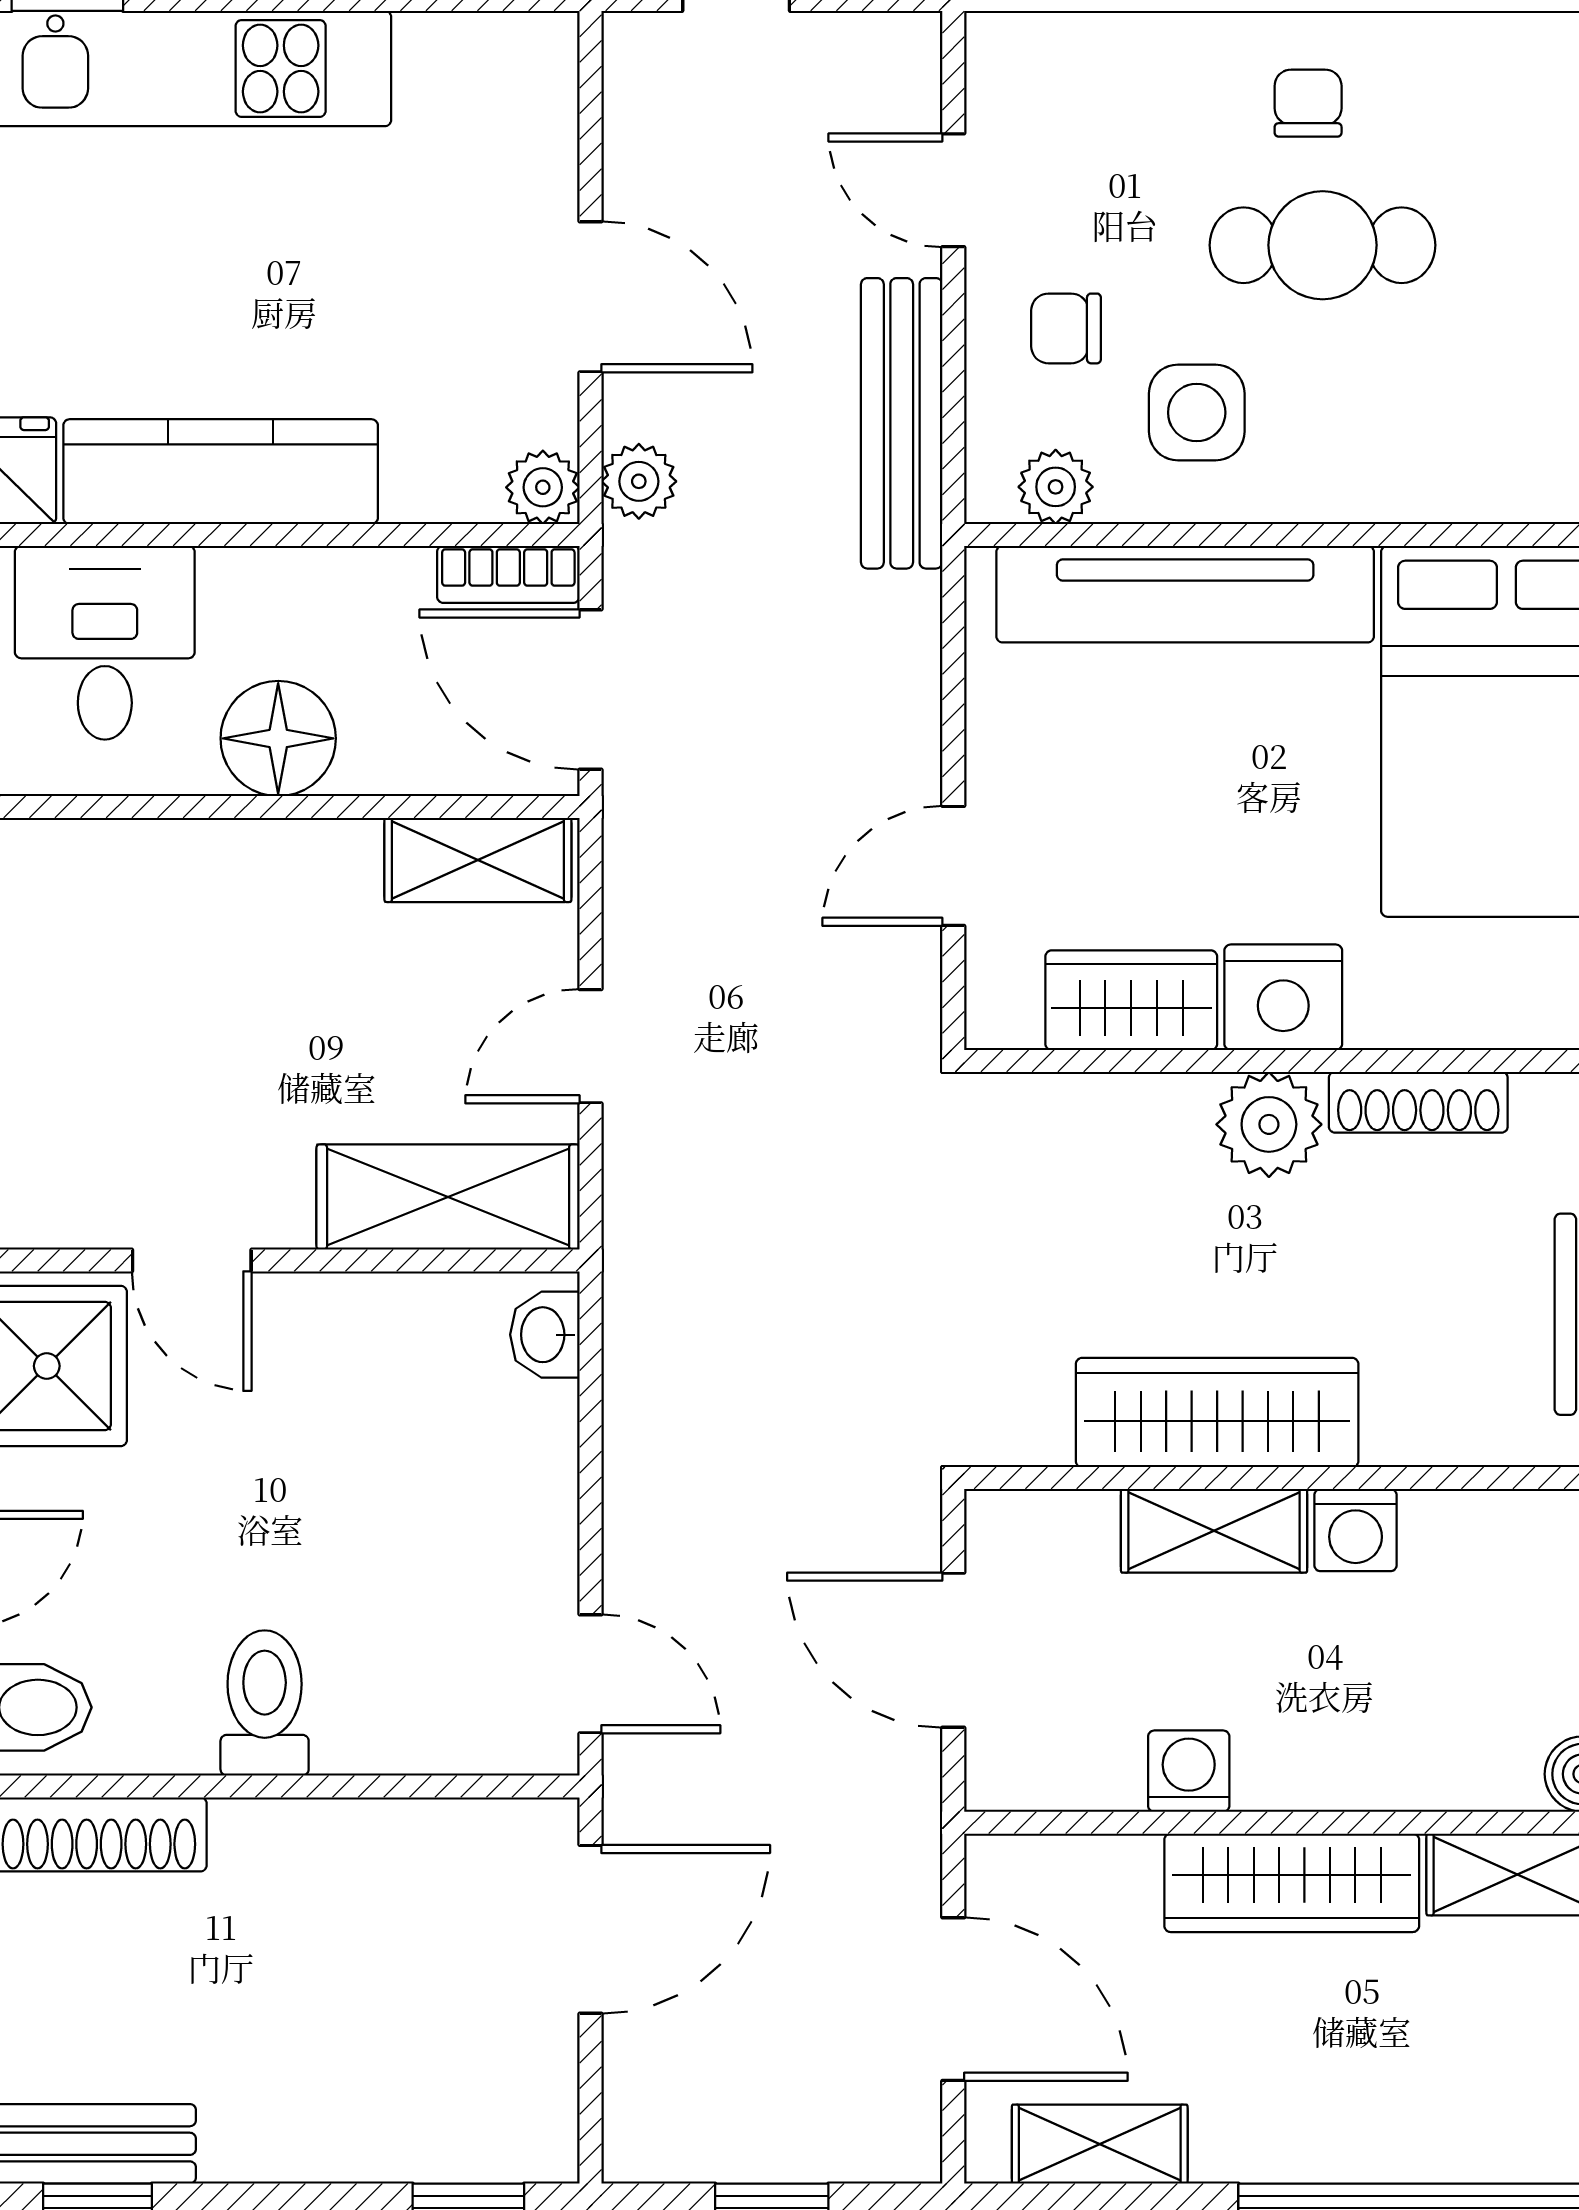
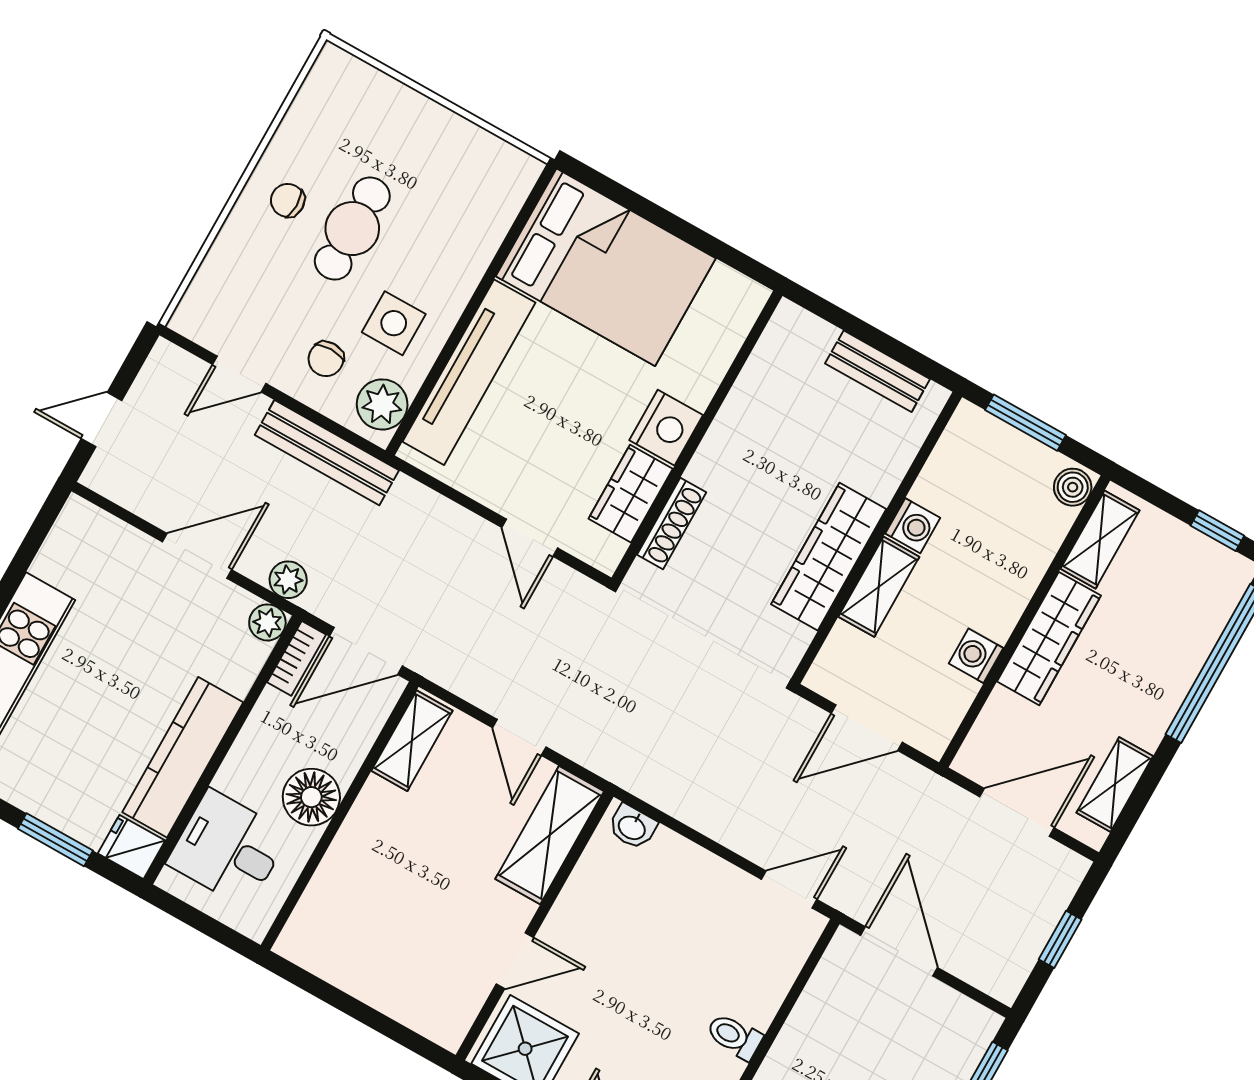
plant: (1056, 487) -> (382, 404), width x1.38, depth x1.38
shoe rack: (1418, 1102) -> (672, 523), moved
plant: (1269, 1124) -> (717, 465), removed
toilet: (265, 1703) -> (734, 1036), width x0.73, depth x0.72

